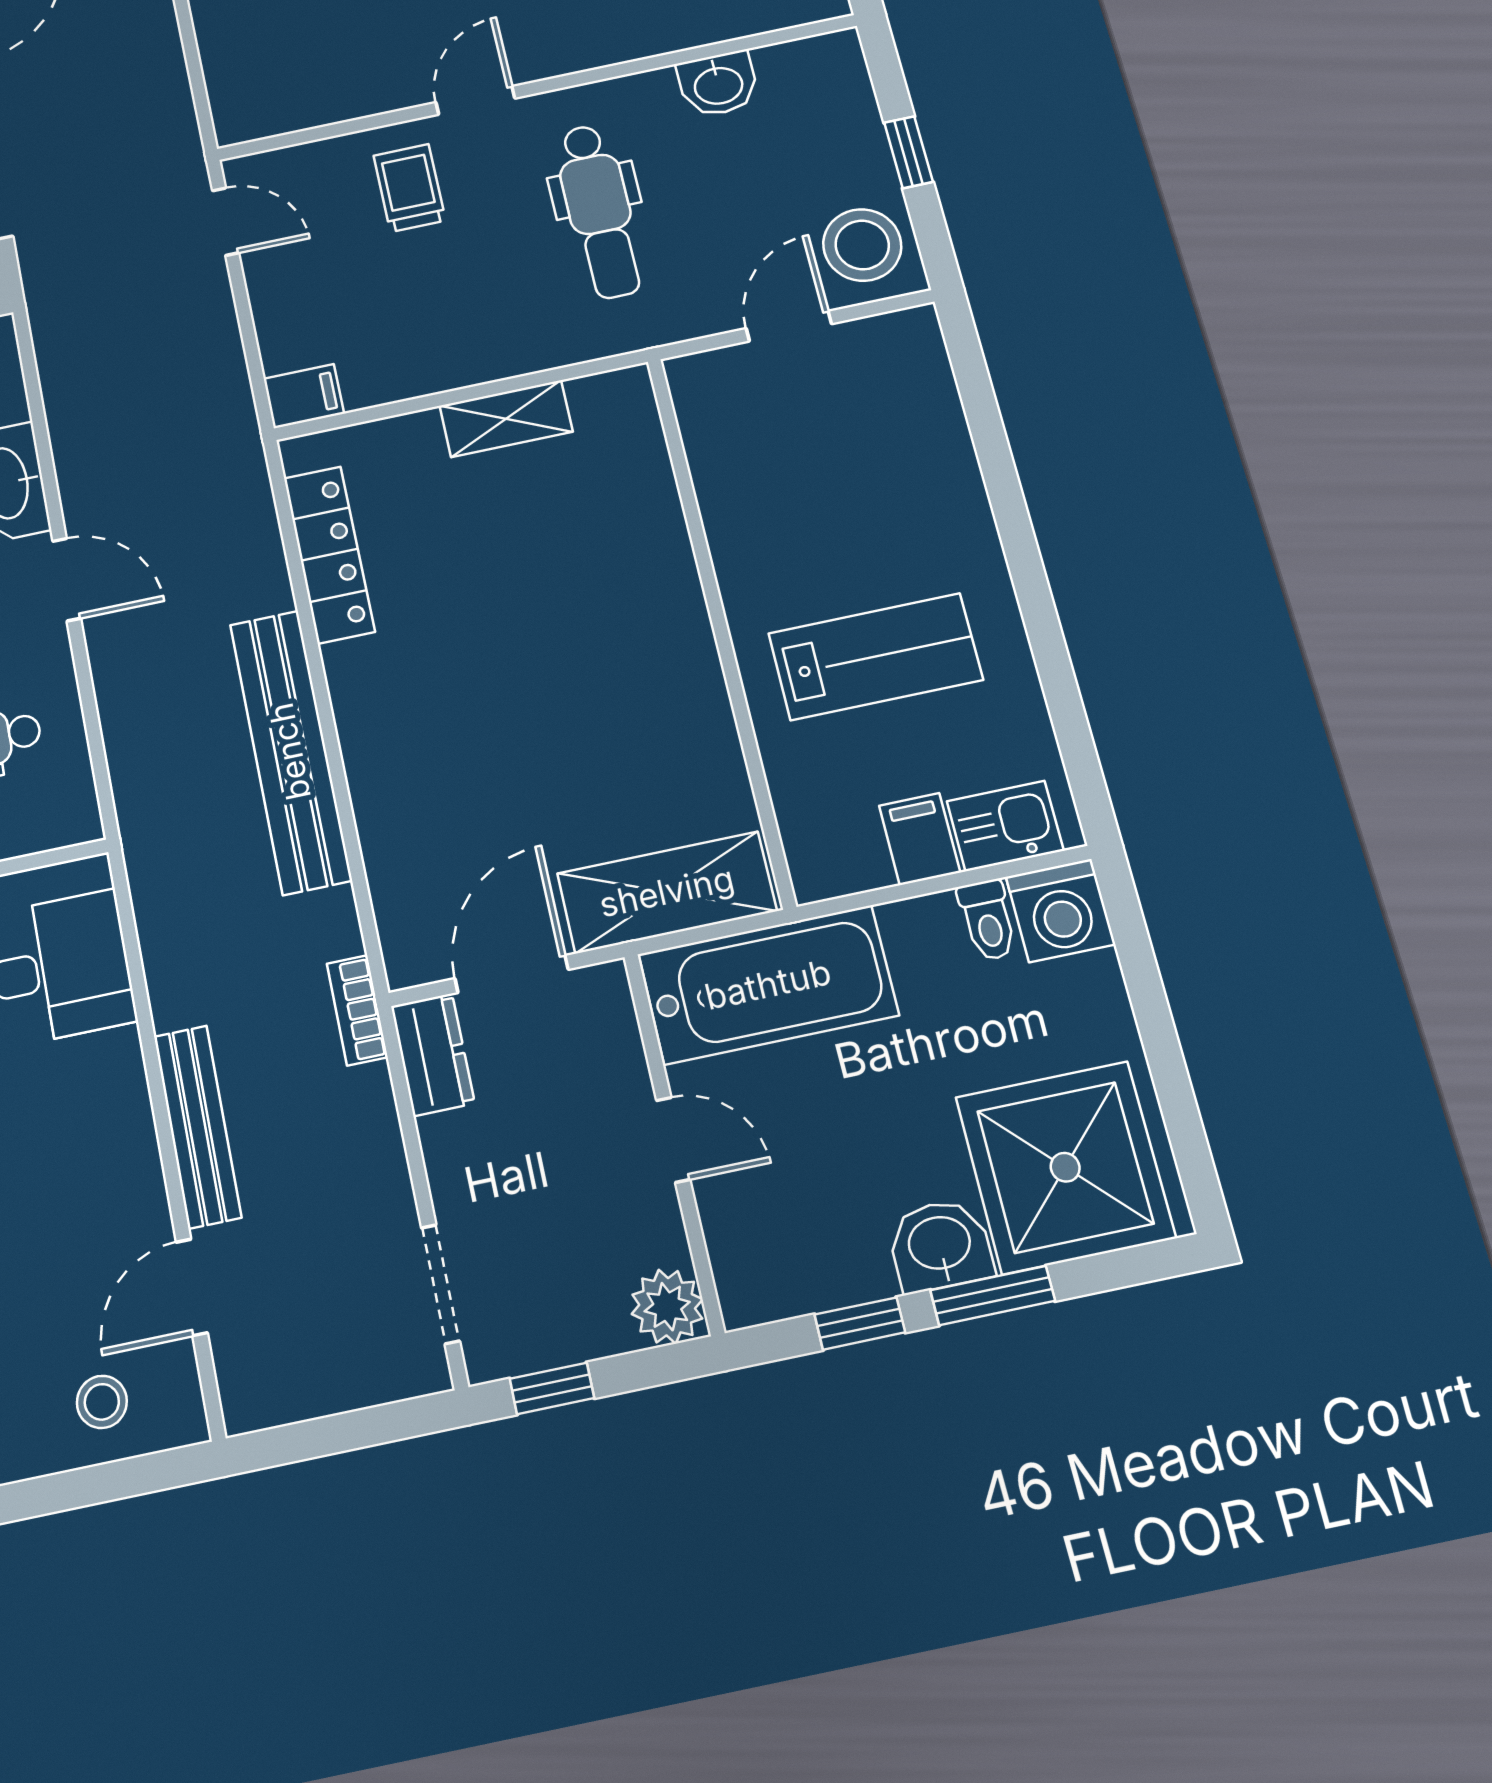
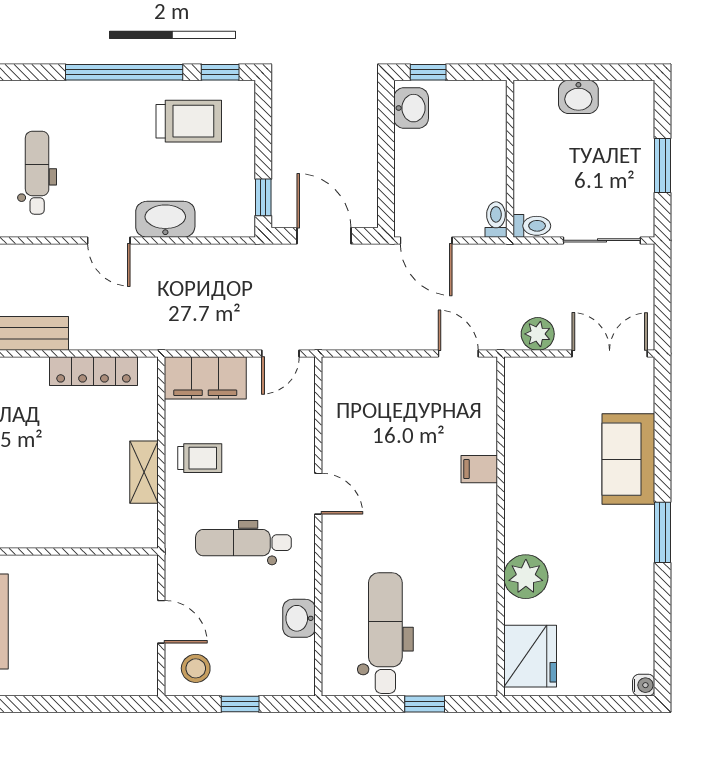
trolley: (410, 188) -> (200, 458), moved
stool: (862, 245) -> (196, 668), width x0.73, depth x0.73
filing cabinet: (304, 396) -> (205, 378), width x3.00, depth x1.17
door: (67, 580) -> (109, 240), hinge flipped

